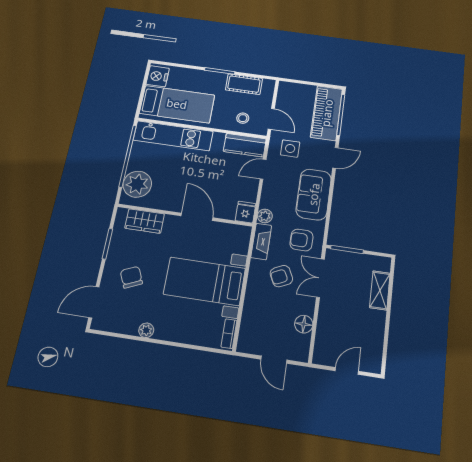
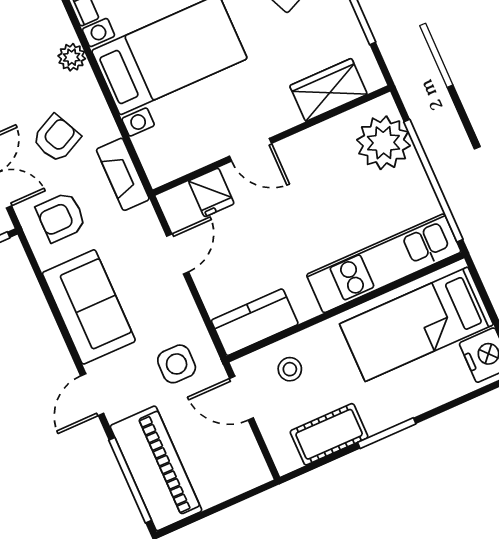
door: (263, 169) -> (178, 254), moved
fridge: (245, 212) -> (211, 192), moved
plant: (265, 216) -> (72, 57), moved
door: (197, 217) -> (250, 150), width x0.73
armchair: (302, 240) -> (61, 217), turned 180

